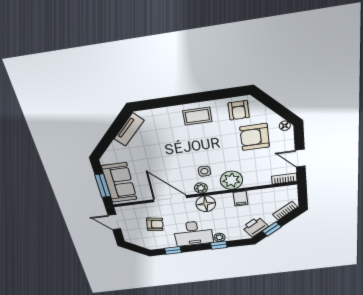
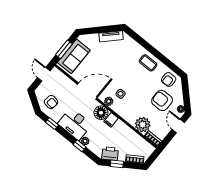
door: (300, 158) -> (178, 126), moved
plant: (231, 180) -> (143, 125), moved
door: (170, 199) -> (87, 91), hinge flipped
filing cabinet: (240, 199) -> (111, 120), moved
armchair: (155, 224) -> (51, 102), moved

